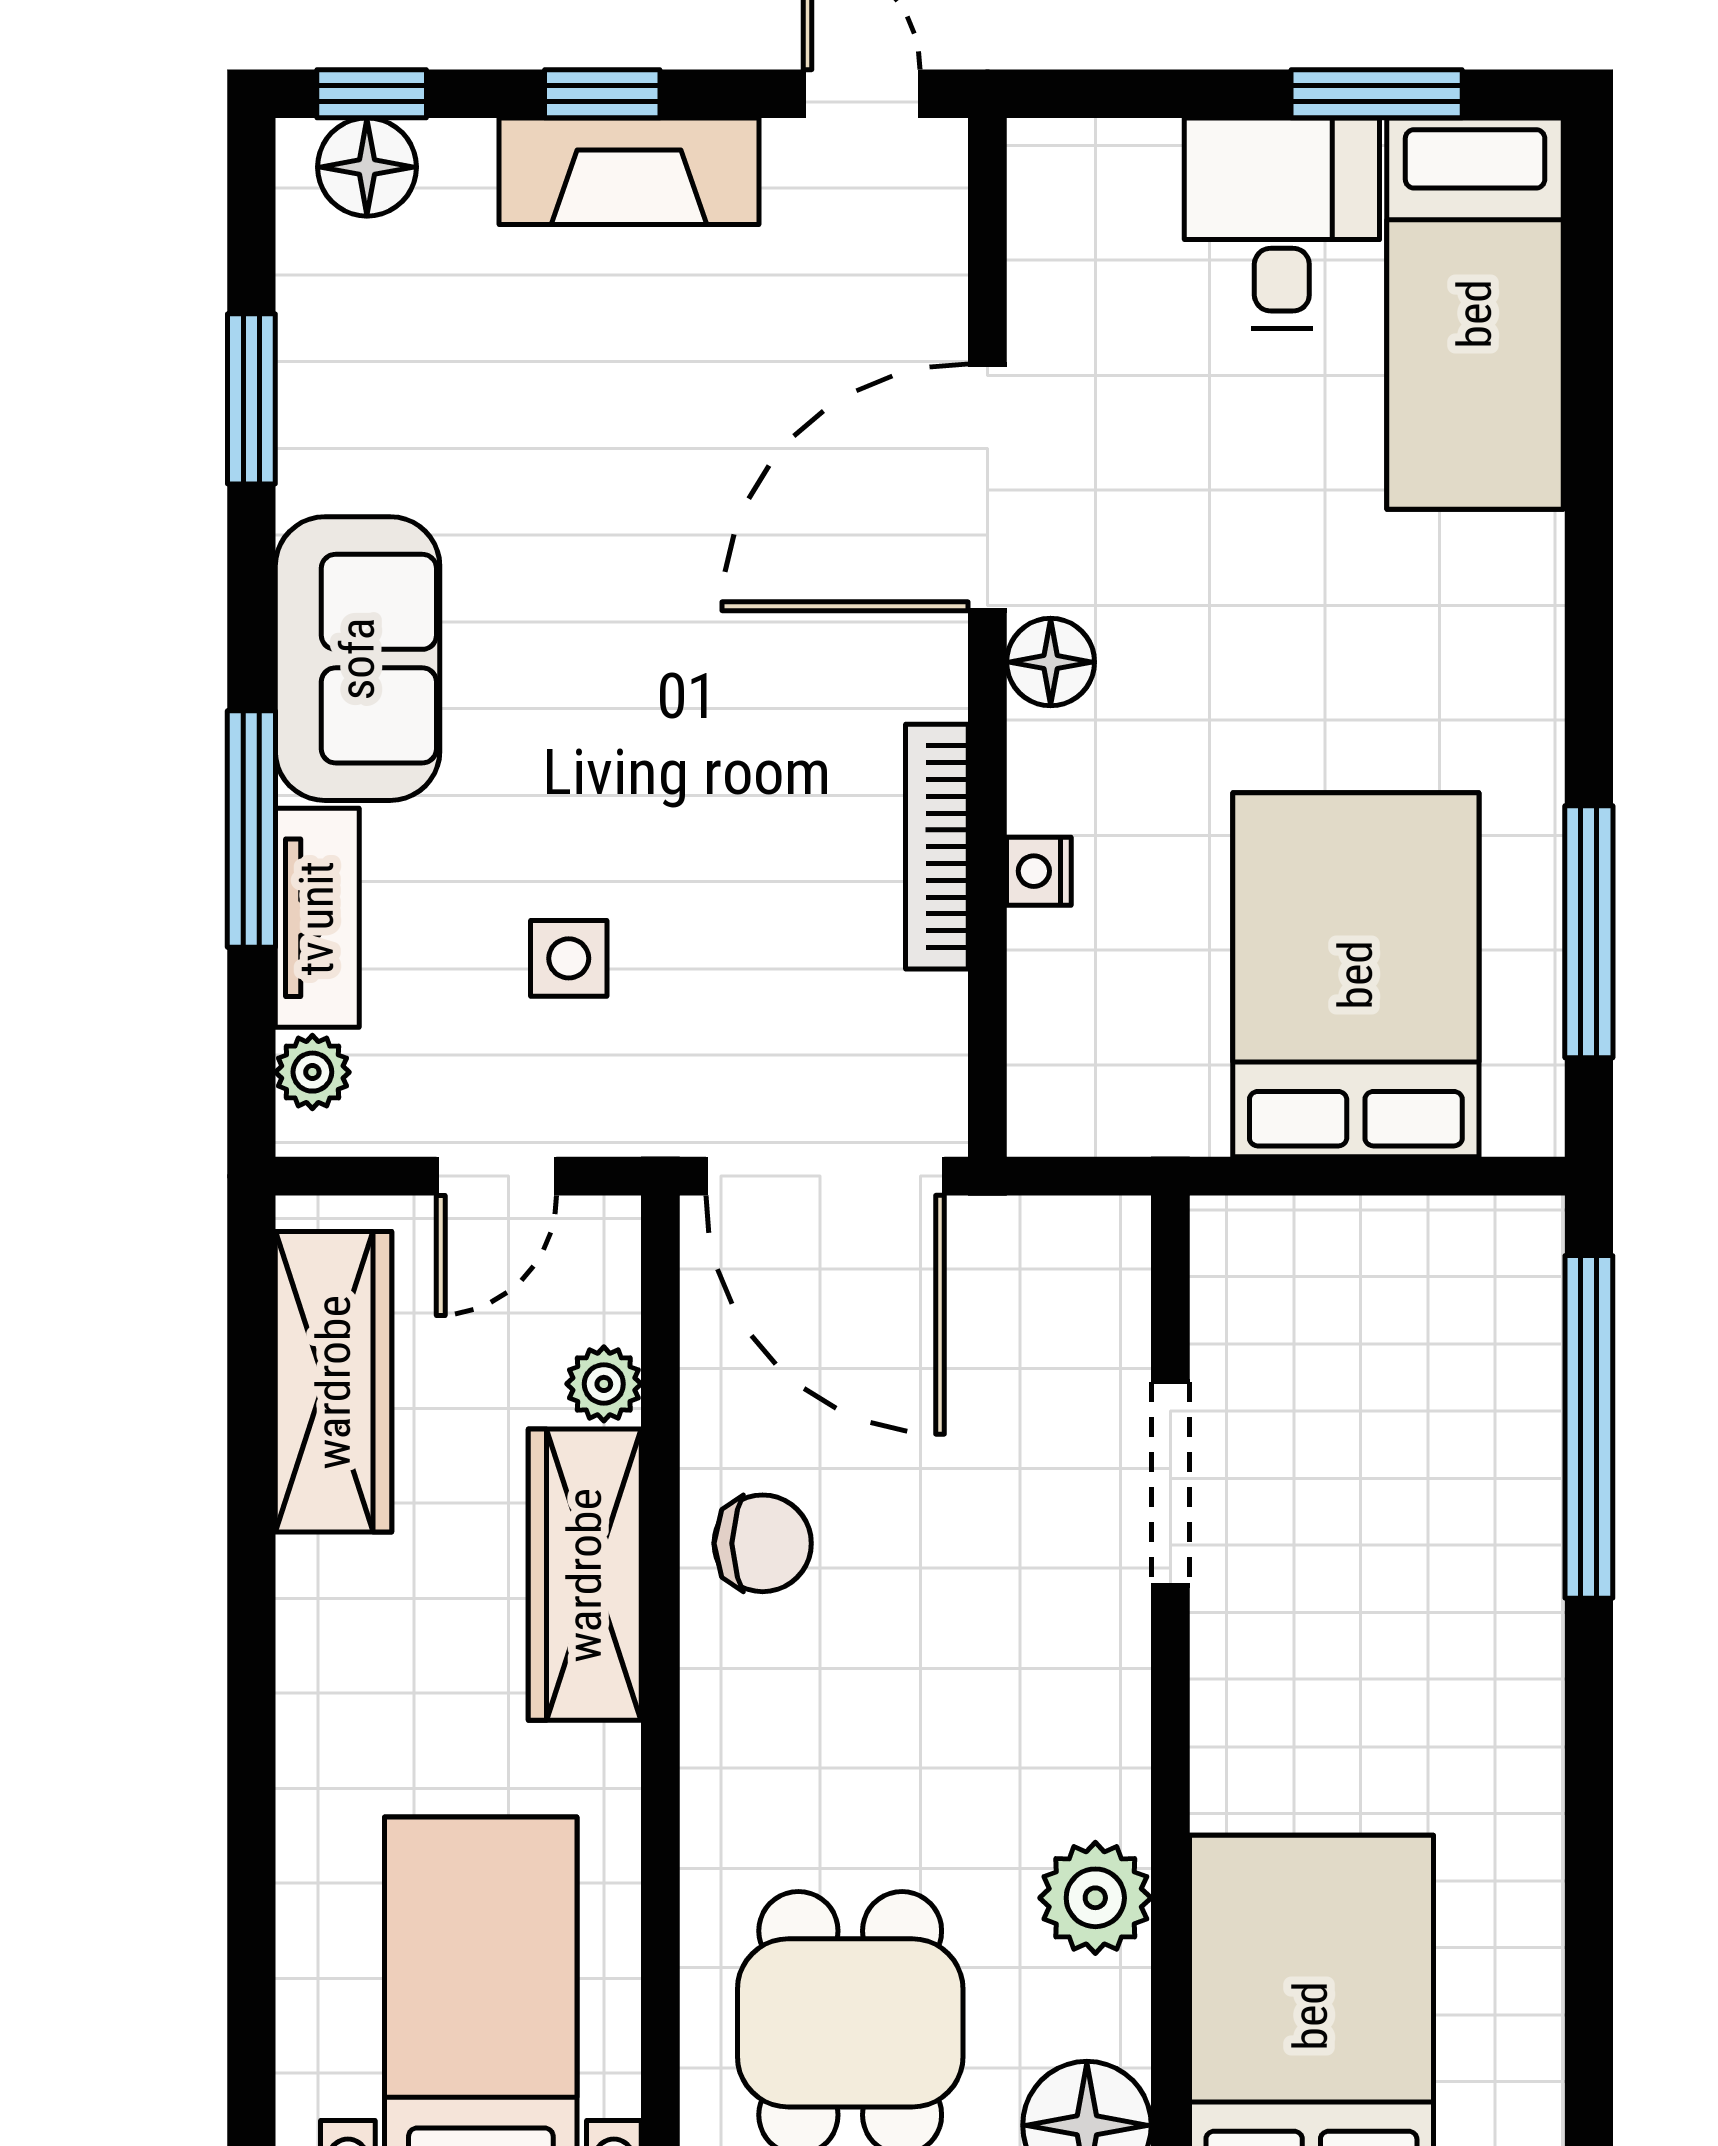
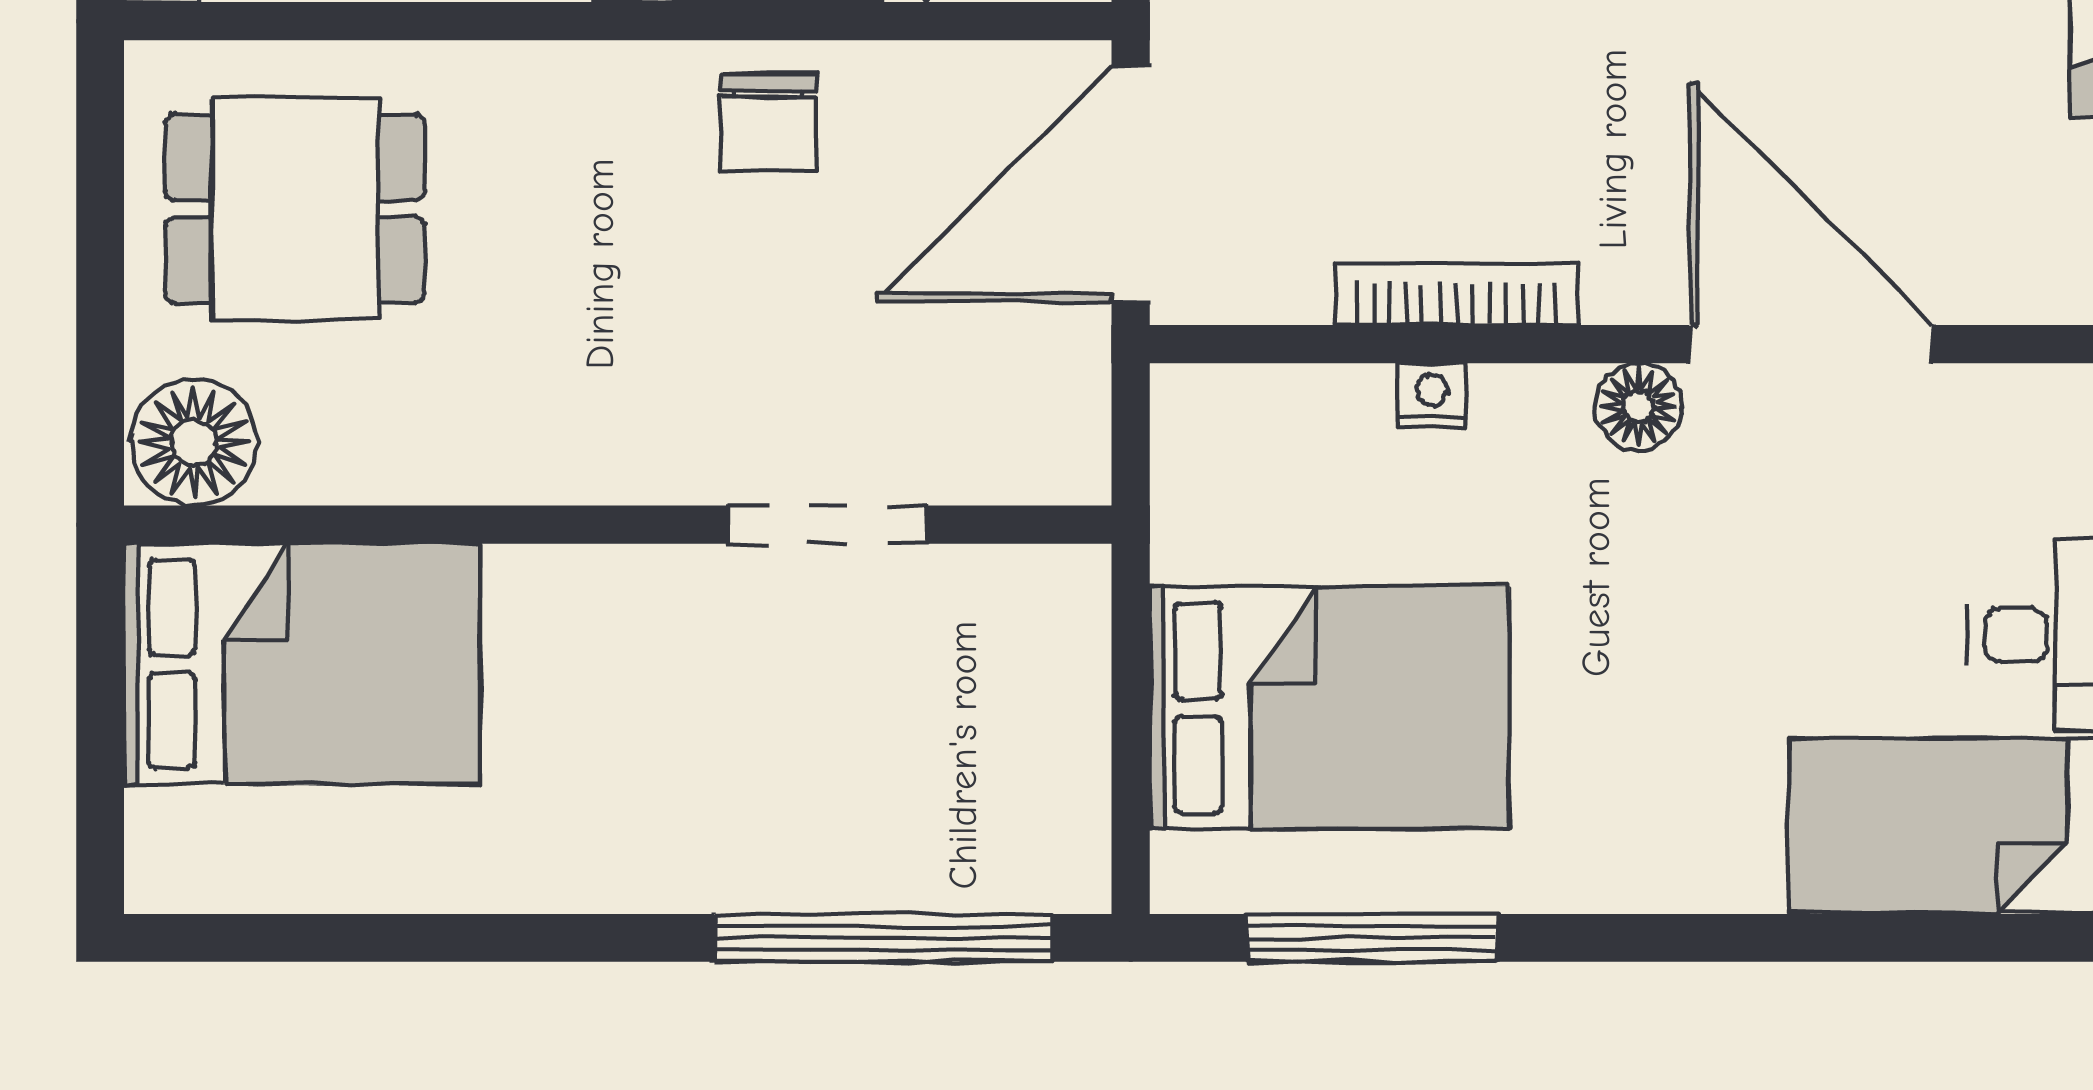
plant: (1095, 1898) -> (418, 451), removed

